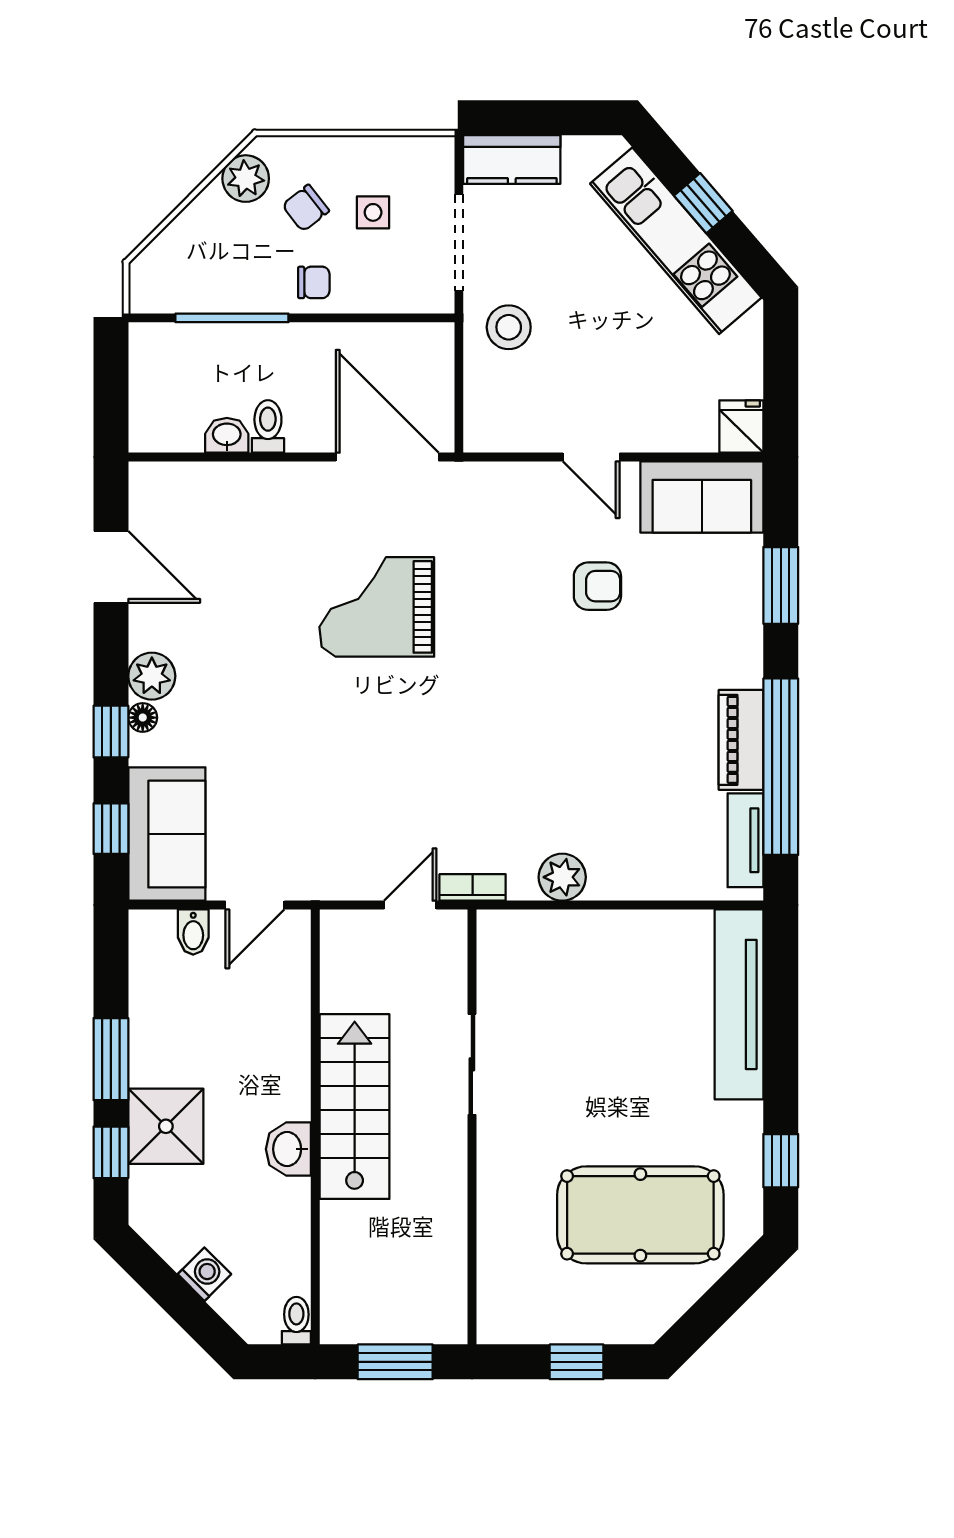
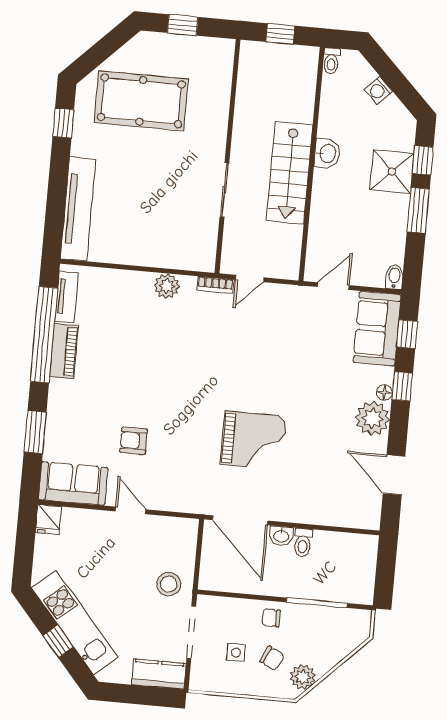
chair: (306, 208) -> (272, 658), turned 64
washbasin: (227, 435) -> (281, 536), moved
plant: (152, 676) -> (372, 418), width x1.36, depth x1.36
bidet: (193, 932) -> (394, 277), moved
window: (395, 1362) -> (280, 34), width x0.67

